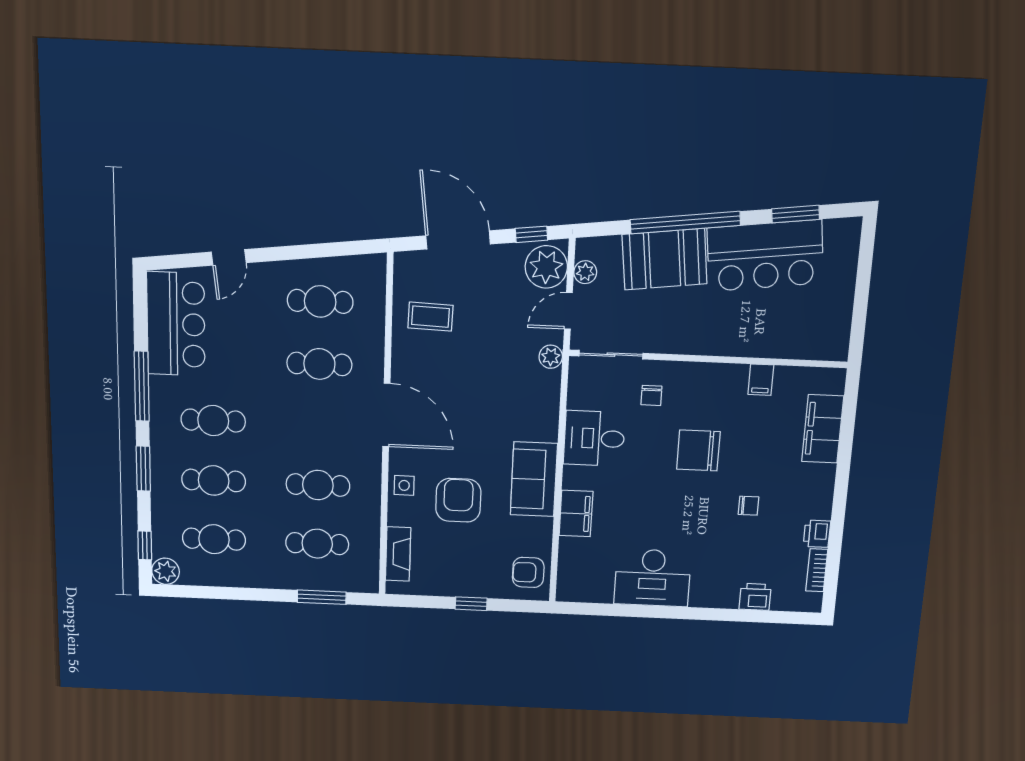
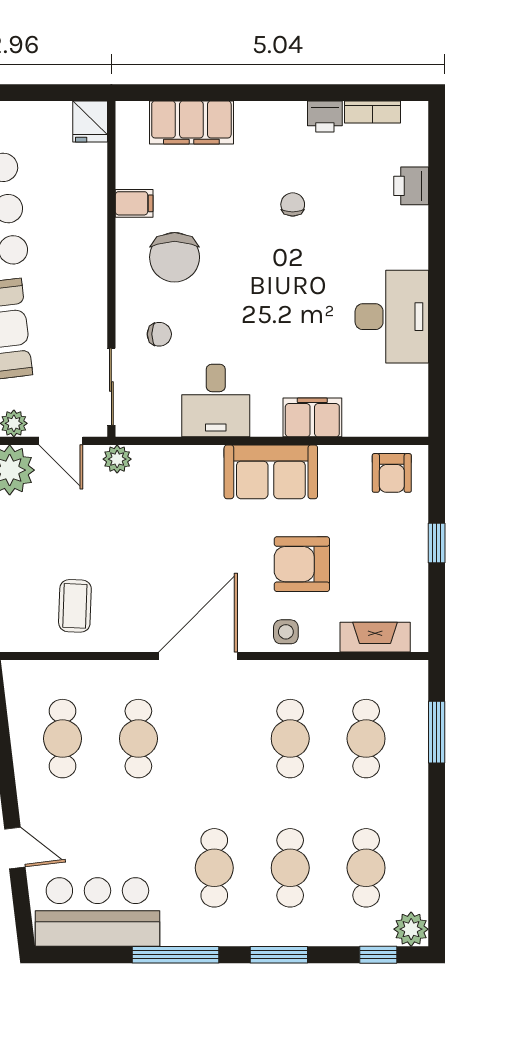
fridge: (832, 347) -> (90, 121), added
chair: (698, 450) -> (175, 257), moved

